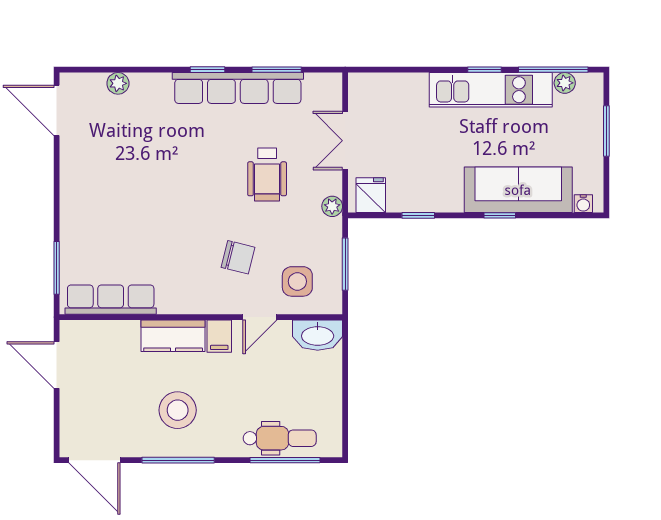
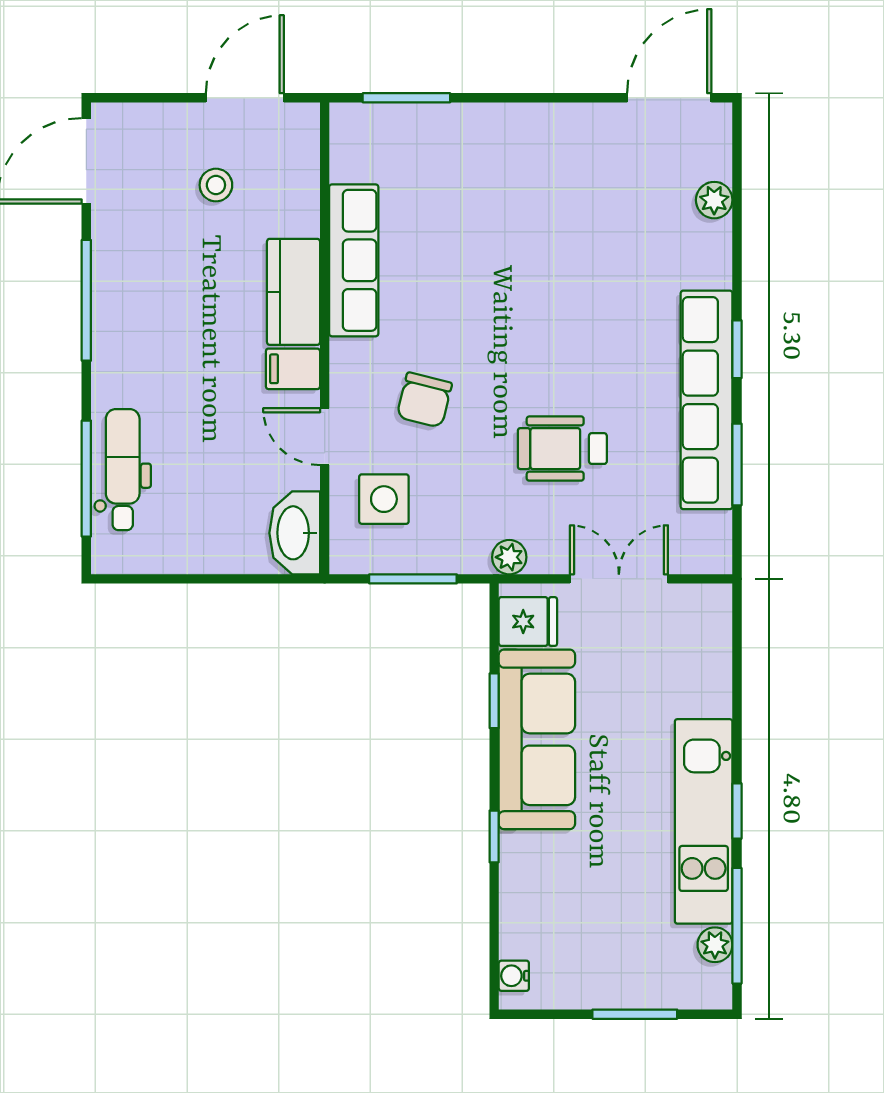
sofa: (518, 190) -> (537, 739), moved
row of seats: (111, 300) -> (354, 260), moved
stool: (178, 410) -> (216, 185), moved, width x0.53, depth x0.53
dental chair: (280, 438) -> (123, 470), turned 180

